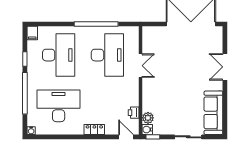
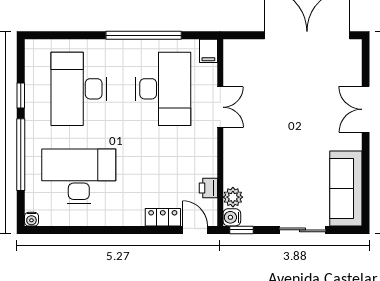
filing cabinet: (32, 33) -> (208, 51), moved
desk: (59, 55) -> (79, 89), turned 180
locker: (94, 129) -> (163, 217), moved

